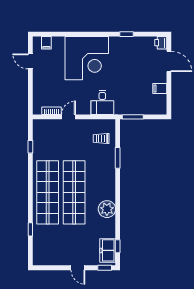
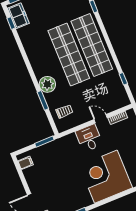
filing cabinet: (160, 88) -> (26, 163), moved
desk: (102, 102) -> (89, 138), moved
door: (69, 117) -> (101, 119), swing flipped
plant: (107, 209) -> (47, 84), moved

